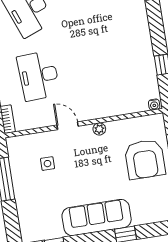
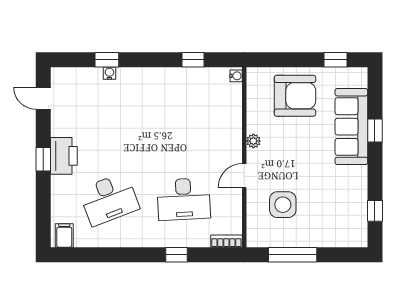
side table: (47, 164) -> (283, 205), width x1.87, depth x1.87
sofa: (97, 218) -> (351, 127), moved

